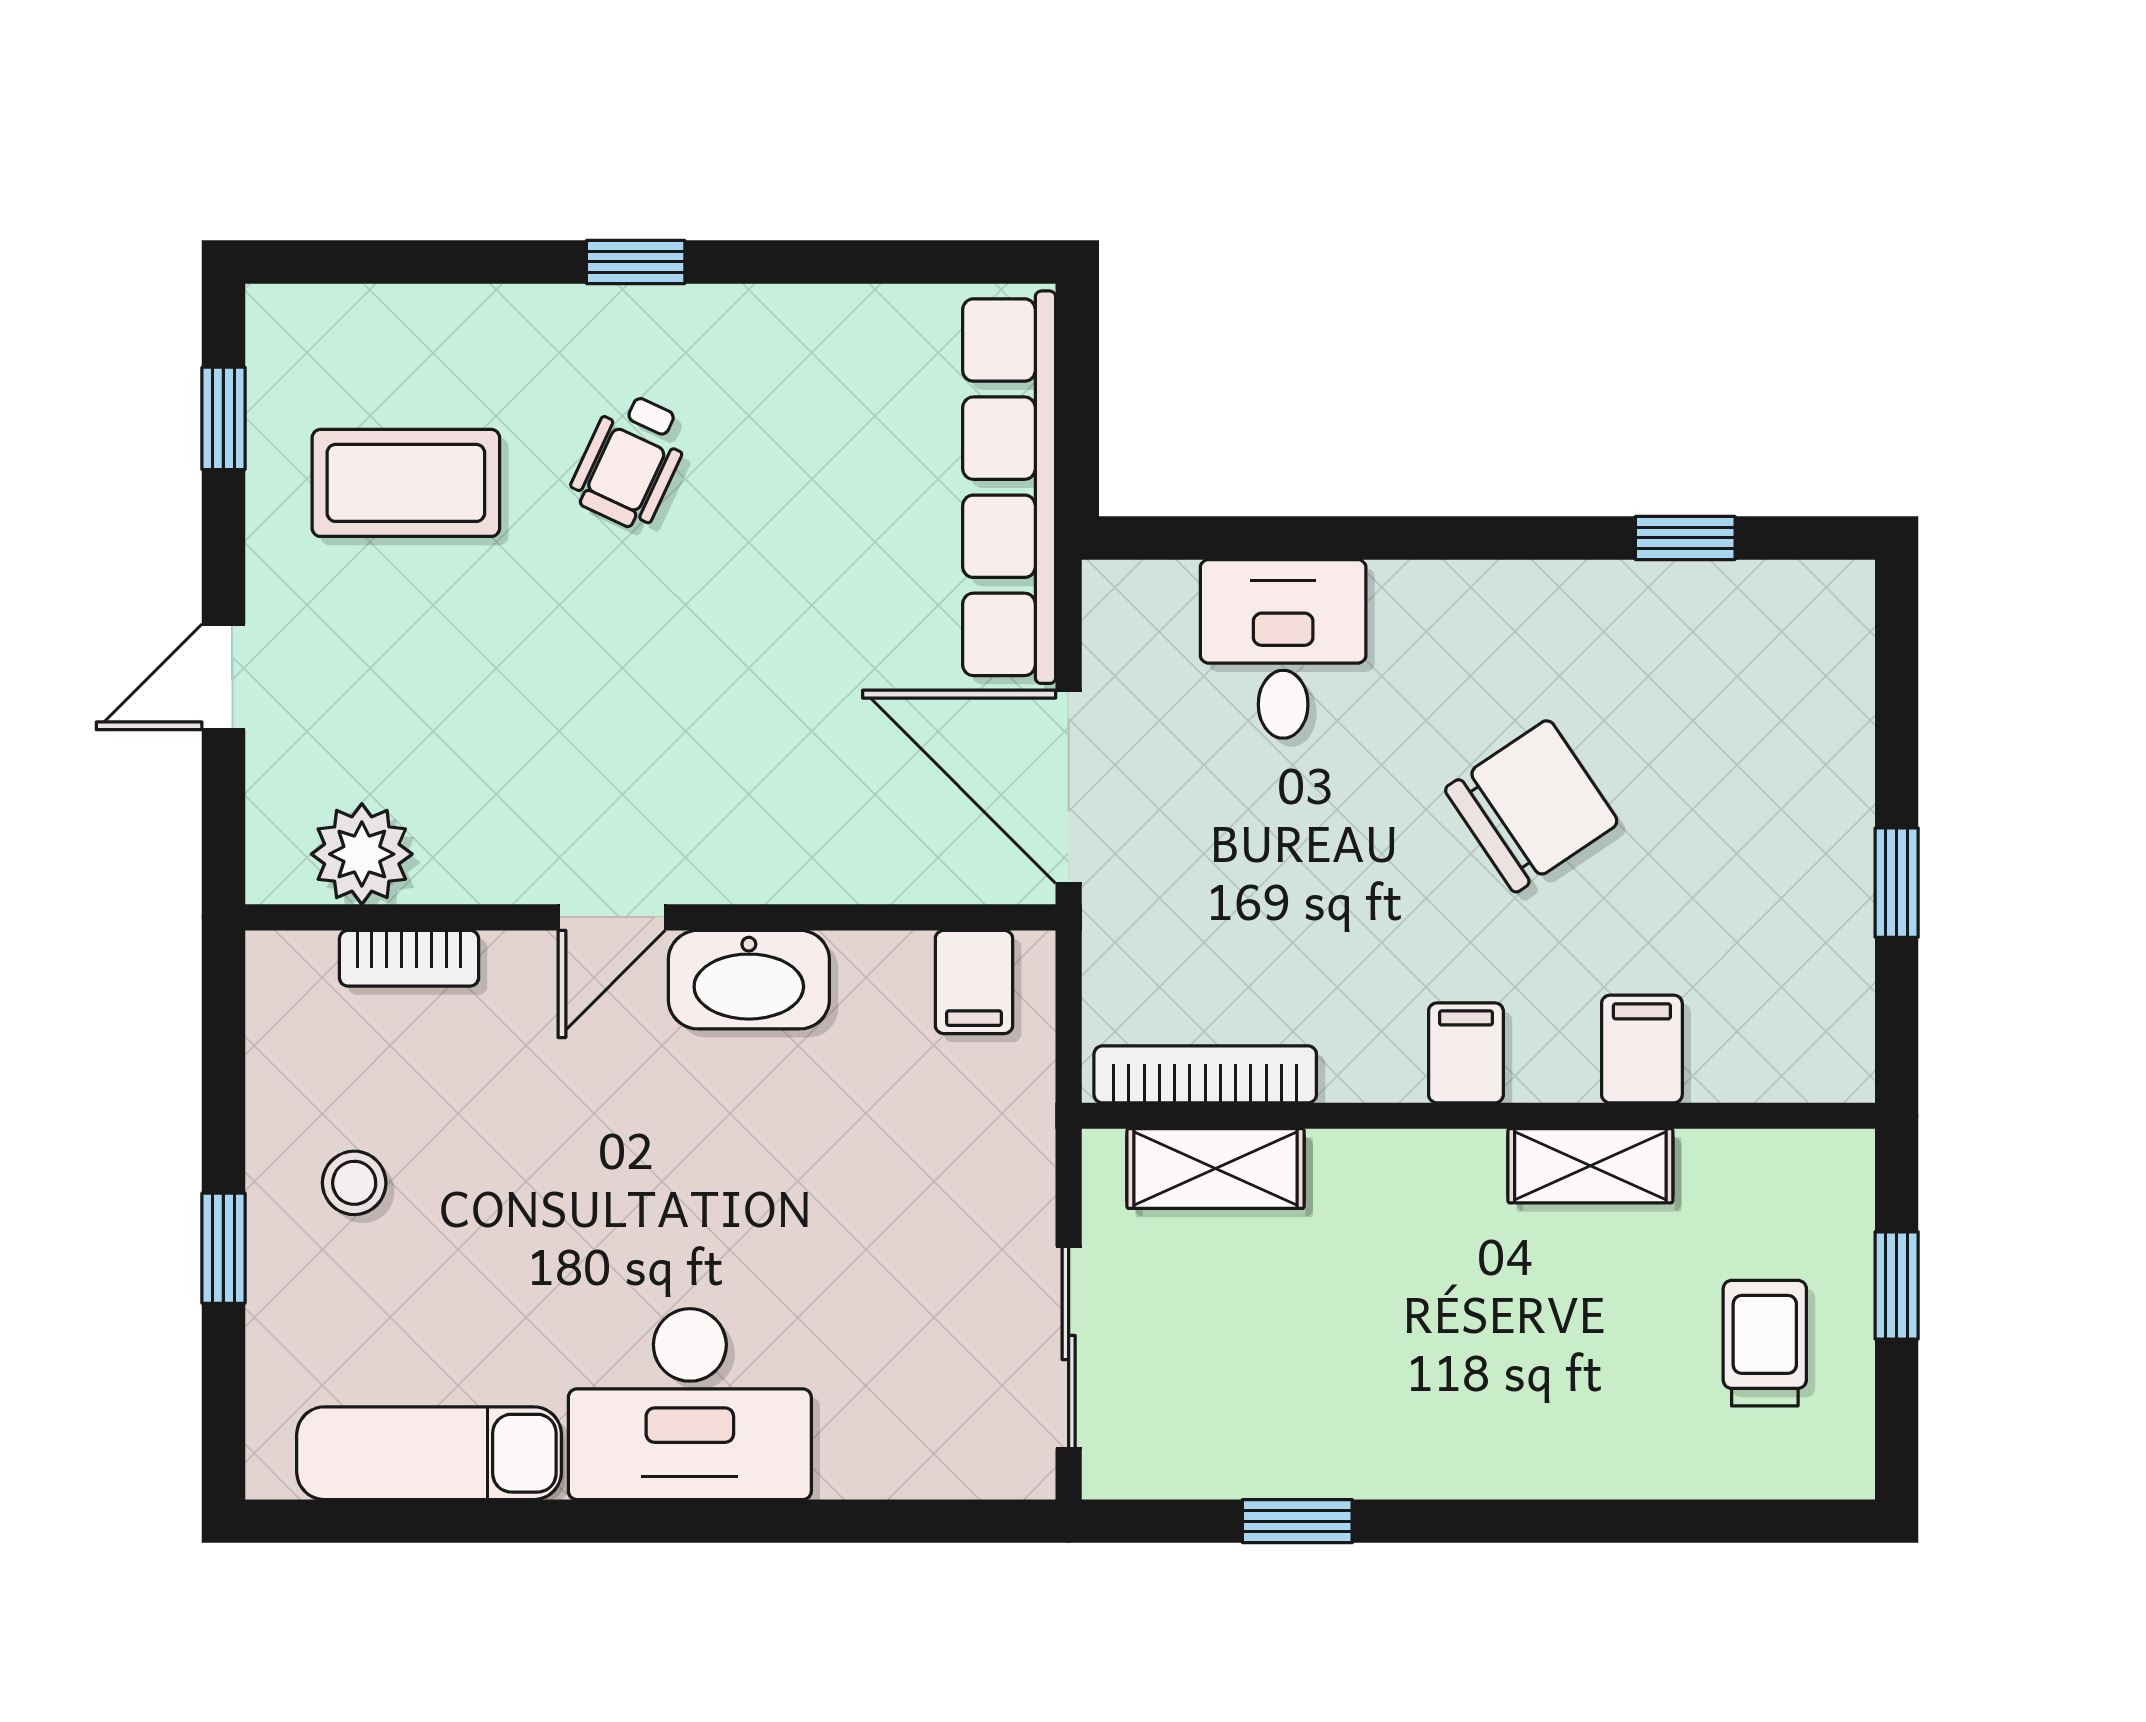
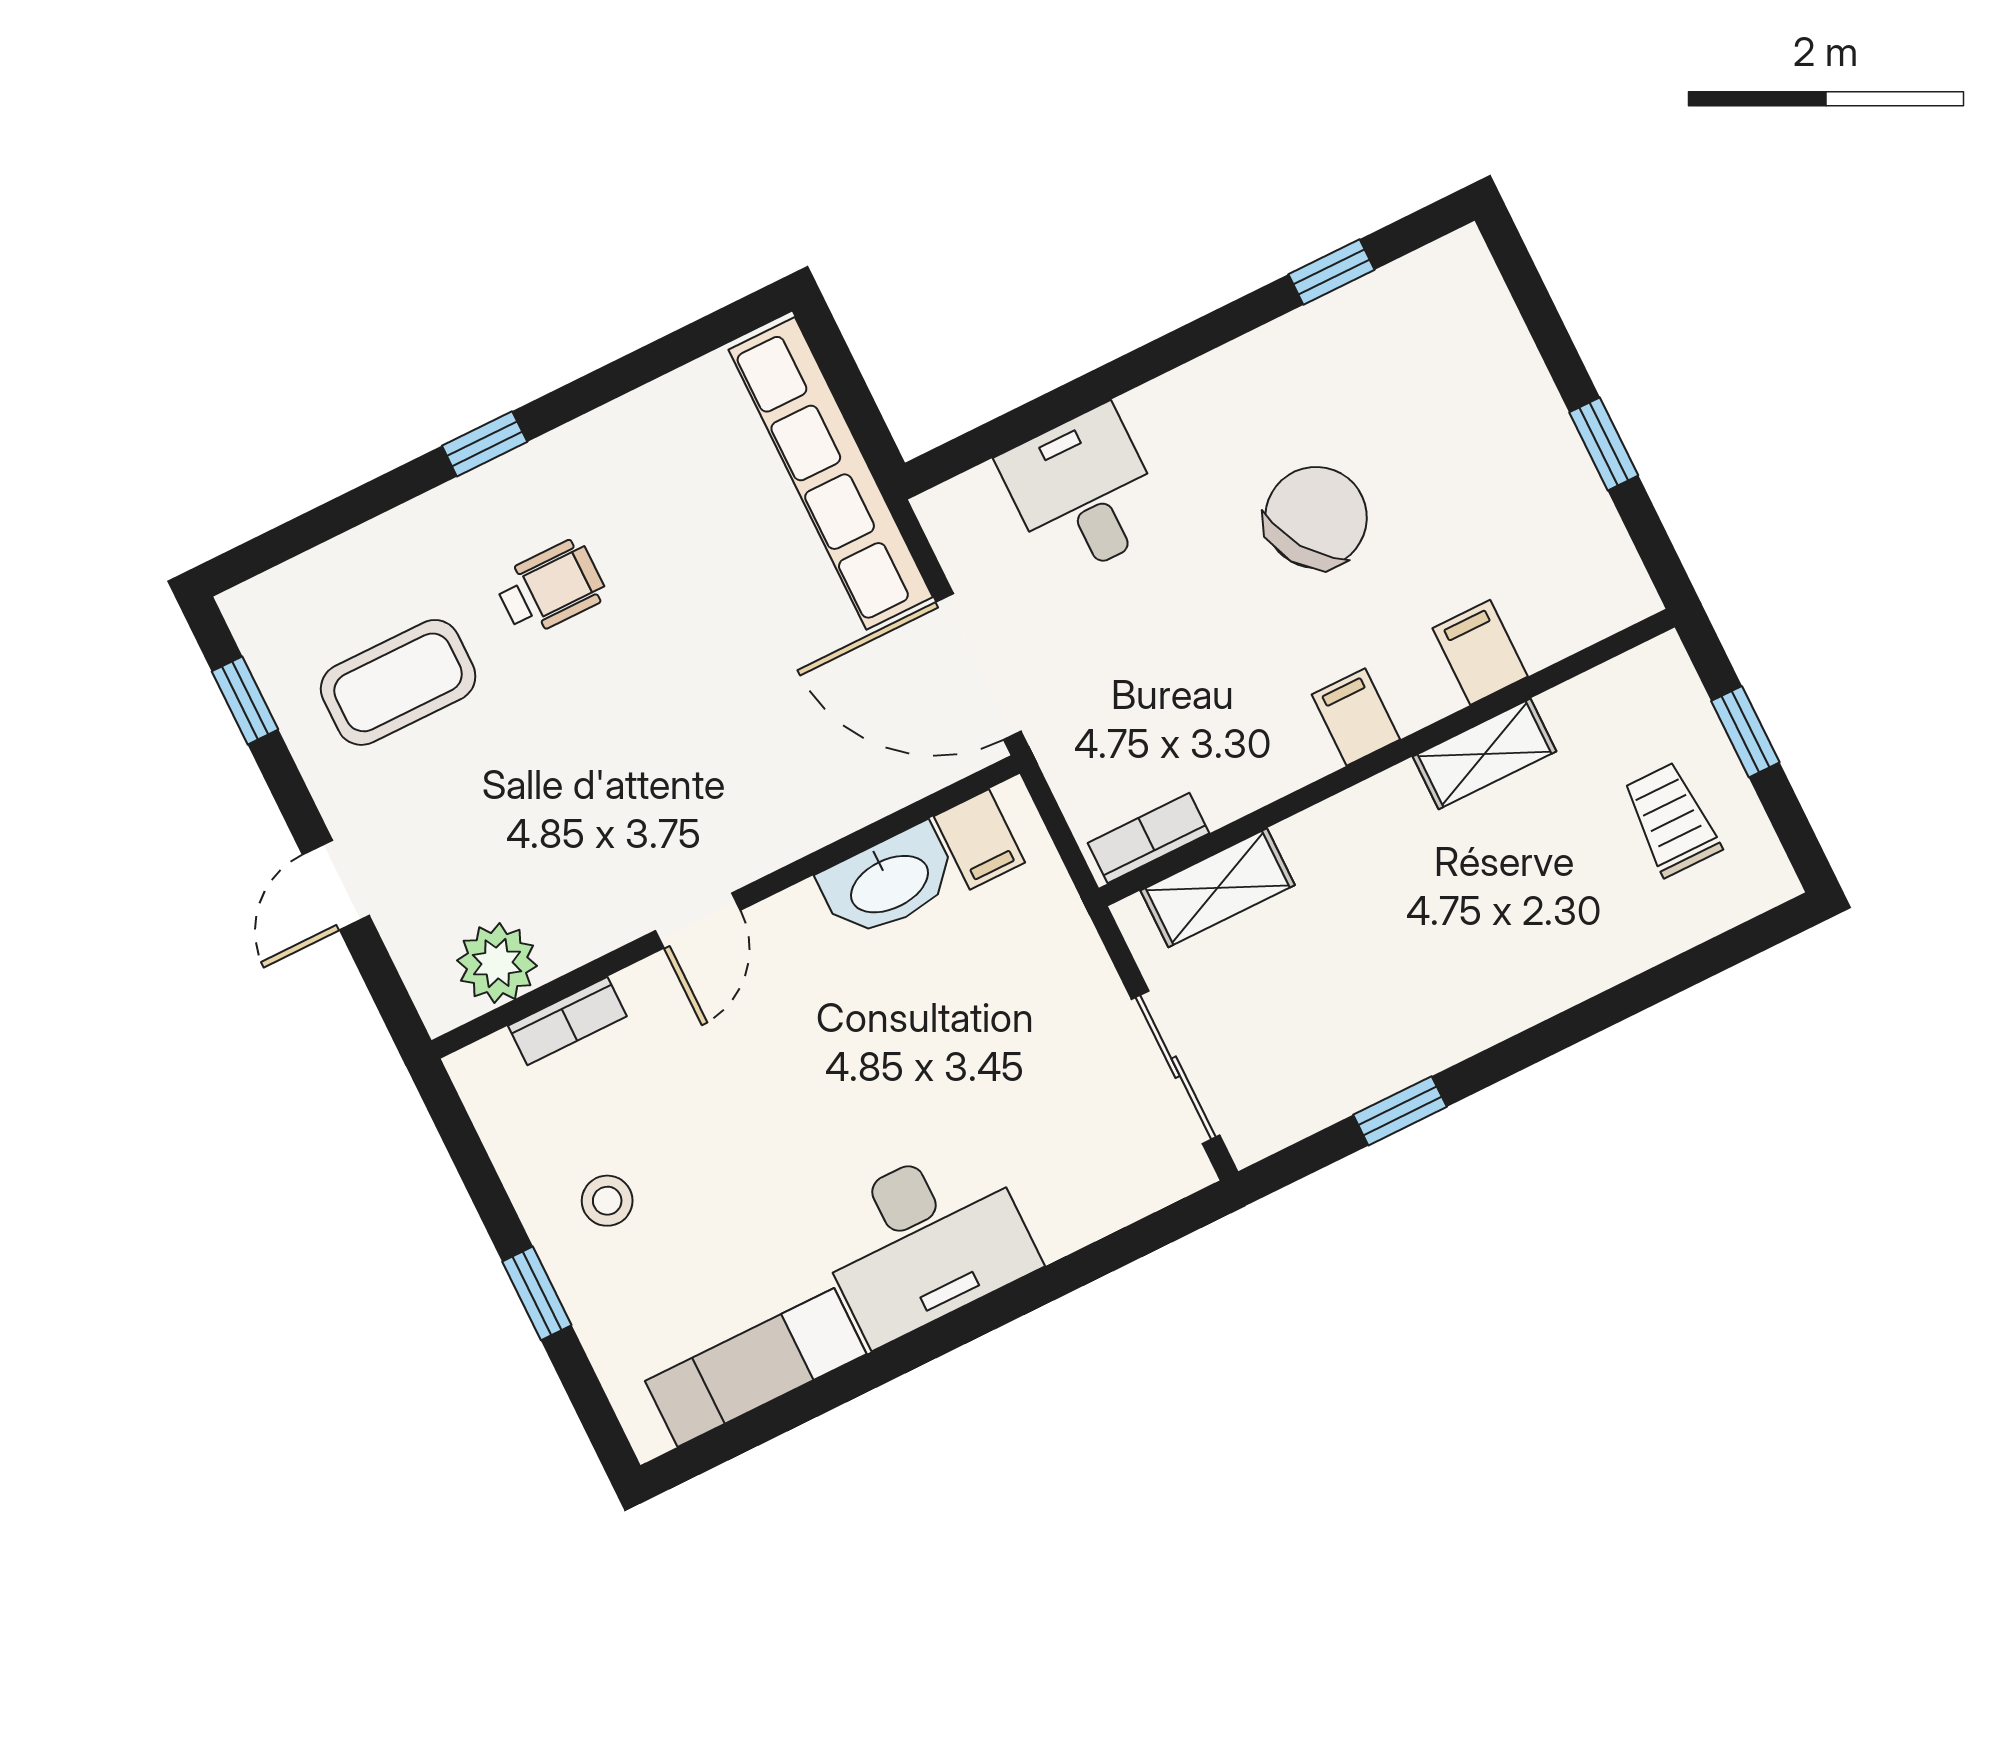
wheelchair: (630, 461) -> (551, 588), turned -115
washbasin: (749, 980) -> (888, 882), moved
bookcase: (1205, 1074) -> (1148, 838), width x0.64

